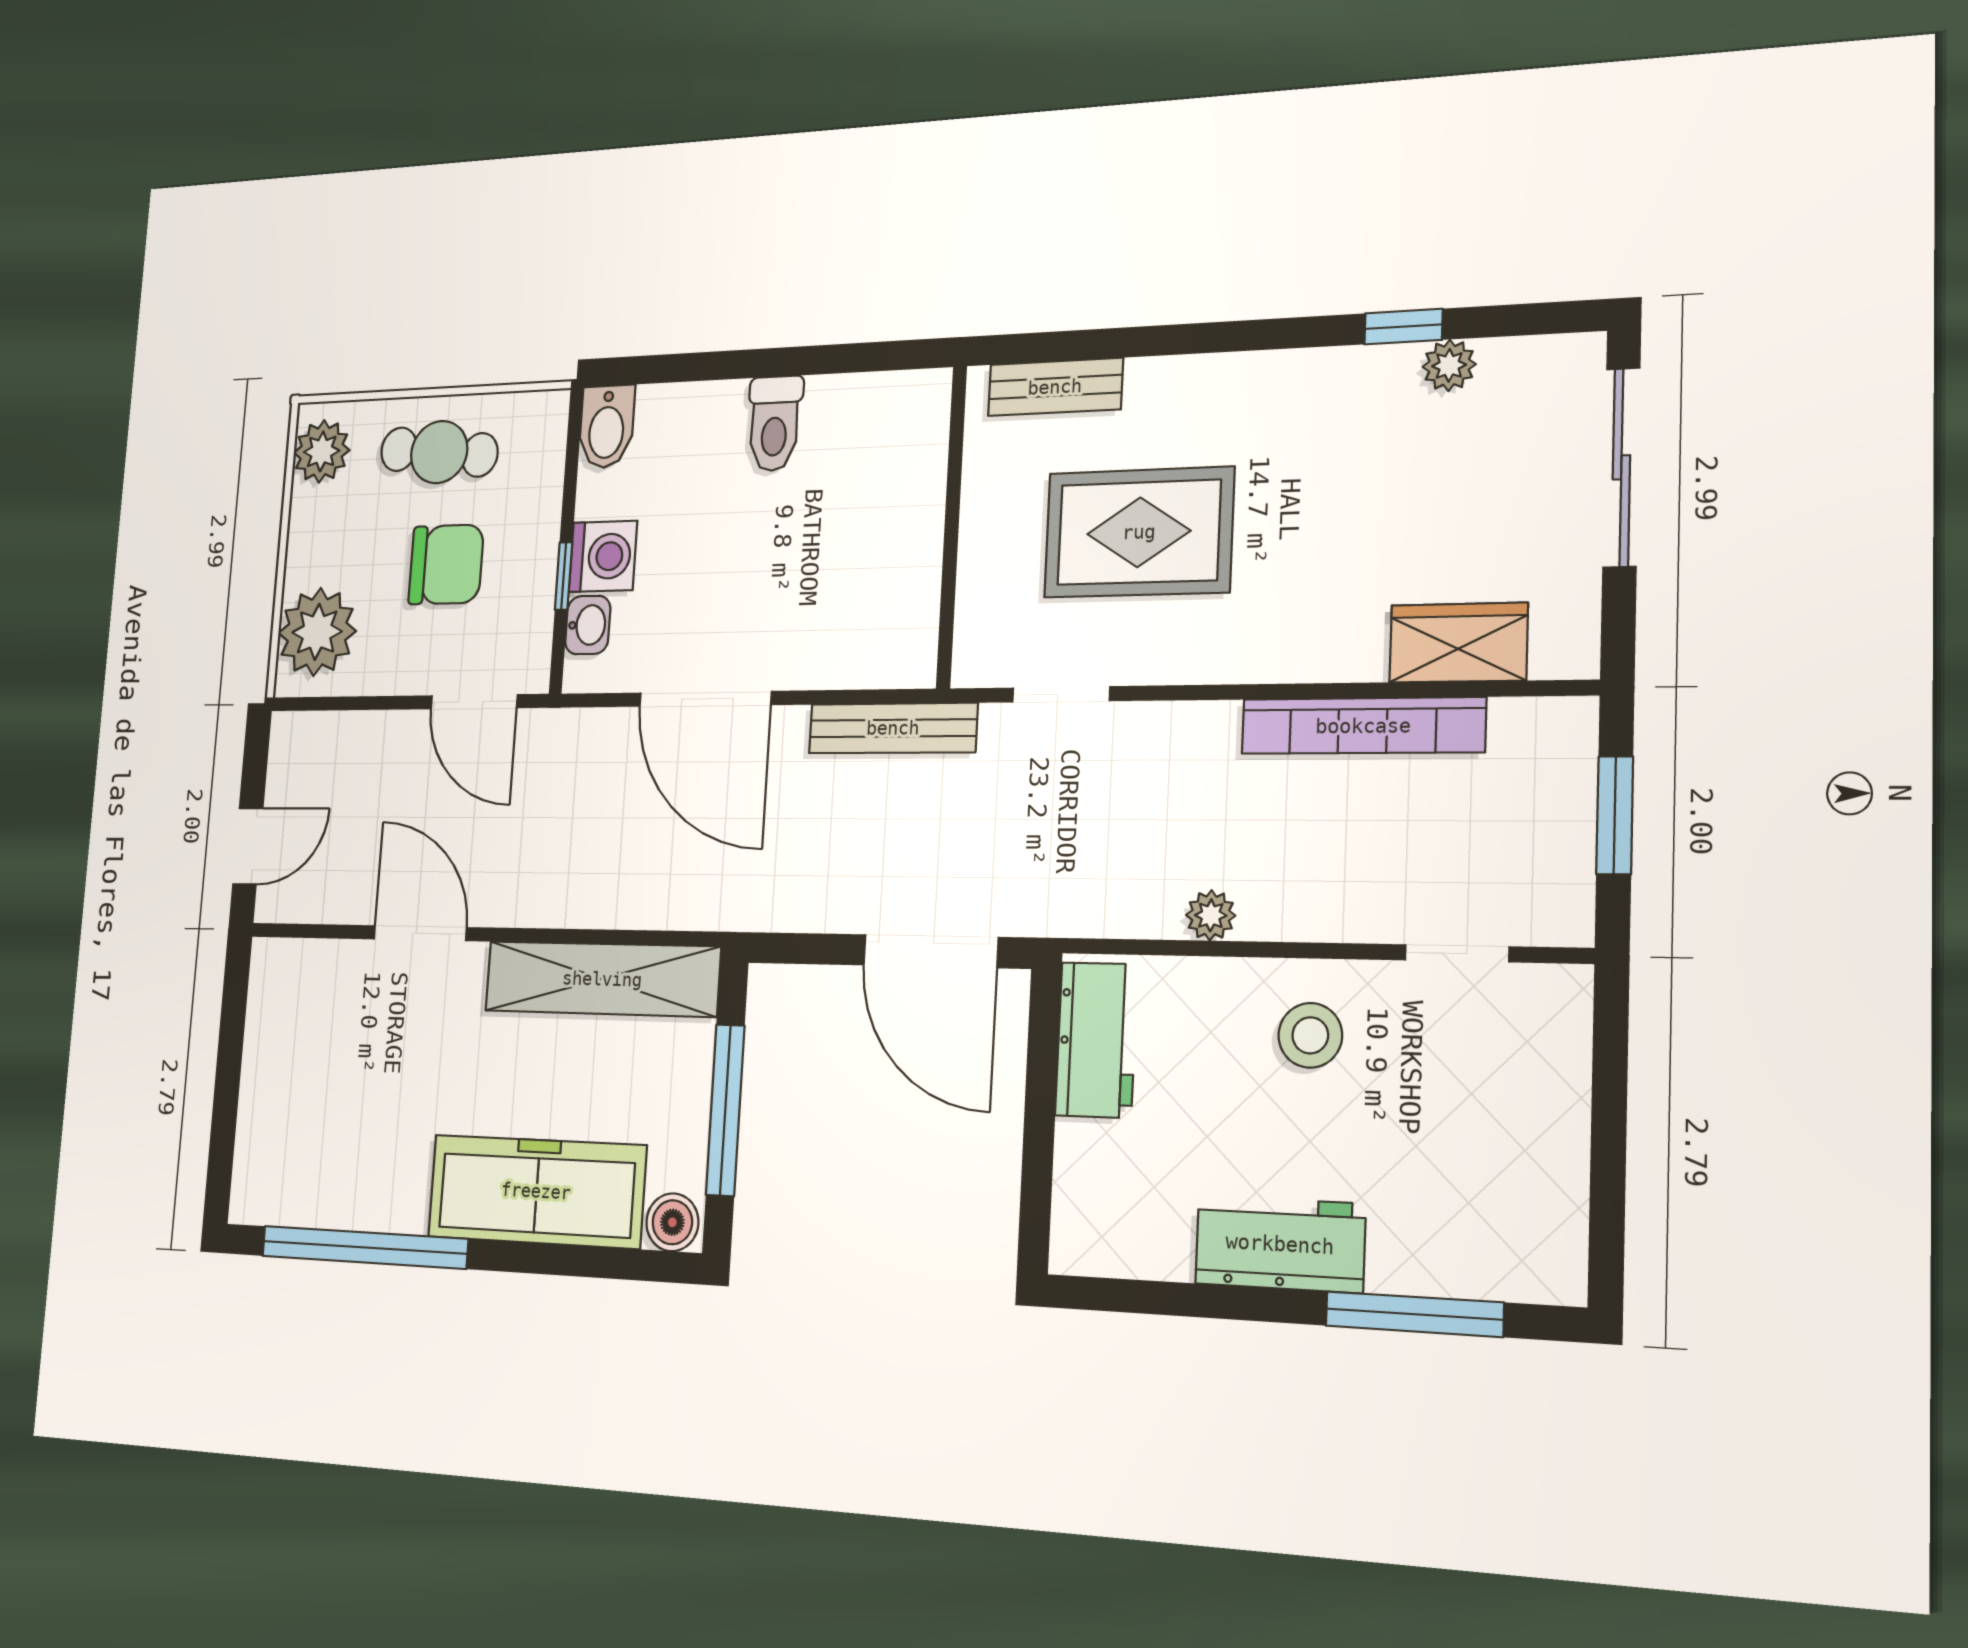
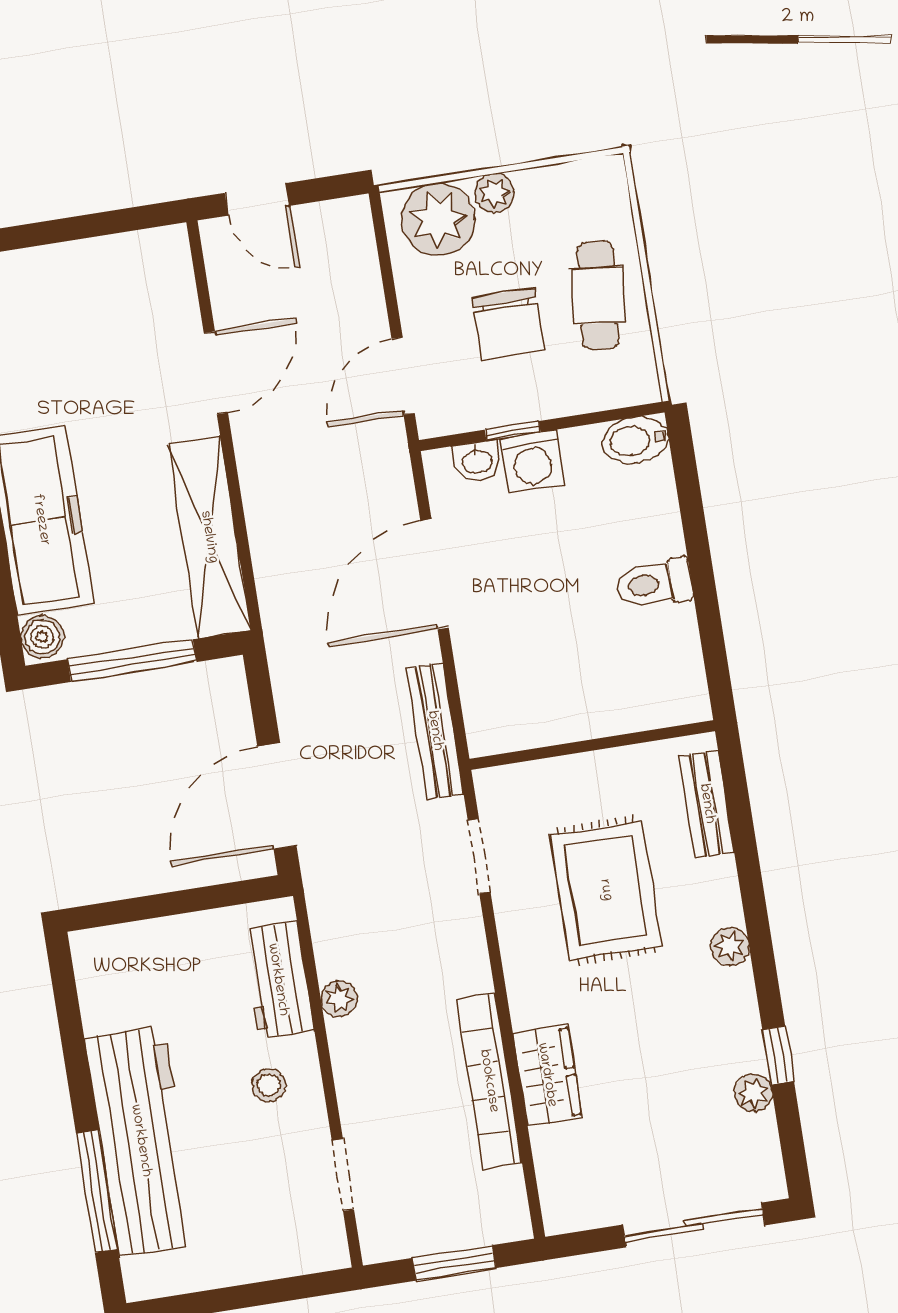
plant: (1244, 376) -> (730, 946), added
plant: (322, 451) -> (494, 193), moved, width x0.73, depth x0.73
wardrobe: (1458, 643) -> (547, 1075), moved
stool: (1310, 1035) -> (269, 1085), width x0.73, depth x0.73
workbench: (1096, 1040) -> (278, 980), moved, turned 90
workbench: (1280, 1244) -> (141, 1141), width x1.88, depth x1.32

